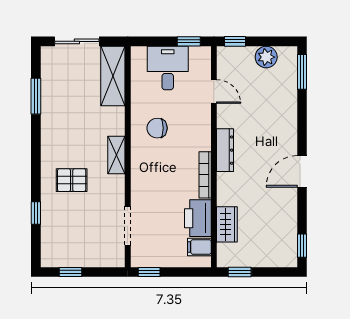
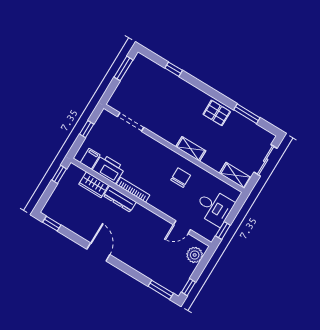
window: (235, 41) -> (188, 287), moved
plant: (266, 57) -> (195, 255), moved
shelving: (113, 76) -> (235, 175), width x0.67, depth x0.75
dresser: (225, 150) -> (120, 199), moved
shelving: (116, 155) -> (191, 149), moved
pallet: (72, 180) -> (217, 113), moved, turned 90
window: (70, 272) -> (124, 68), width x1.50
window: (149, 272) -> (87, 129), moved

